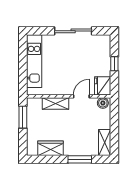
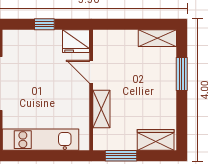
boiler: (103, 103) -> (101, 41), removed
wardrobe: (51, 148) -> (156, 140), moved, turned 90

